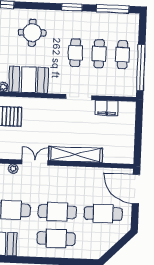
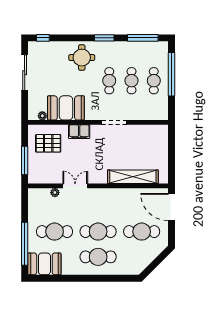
round table: (32, 33) -> (82, 58), moved
window: (141, 68) -> (172, 74), moved
filing cabinet: (107, 108) -> (79, 132), moved
shelving: (75, 154) -> (133, 177), moved

